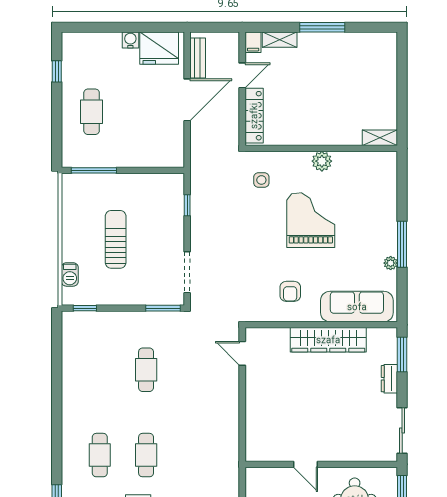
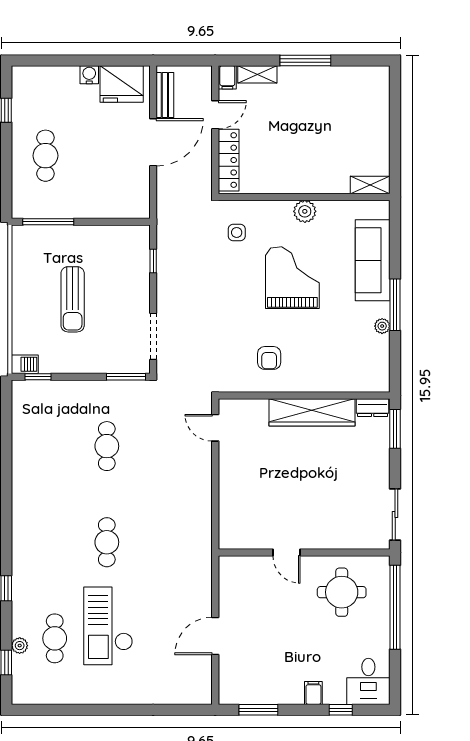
sun lounger: (116, 239) -> (73, 299), turned 180
barbecue: (70, 274) -> (25, 364), moved, turned -90
sofa: (357, 307) -> (373, 260), moved, turned -90
dresser: (389, 379) -> (373, 408), moved, turned -90
cafe table: (100, 455) -> (55, 542), removed

